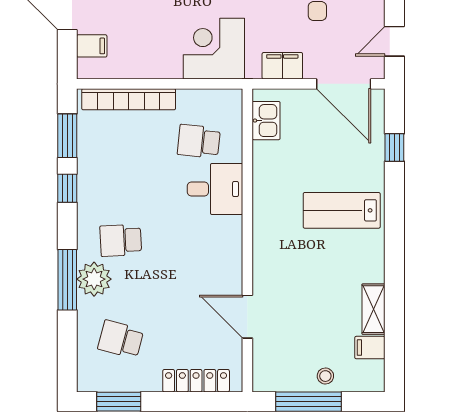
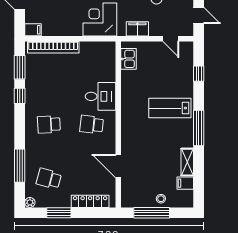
door: (394, 41) -> (199, 15), swing flipped
filing cabinet: (92, 46) -> (33, 30), moved
door: (344, 84) -> (171, 39), width x0.53
school desk: (199, 141) -> (92, 124), moved
window: (394, 247) -> (199, 128), added
plant: (94, 279) -> (30, 202), moved, width x0.53, depth x0.53
window: (67, 280) -> (20, 166), moved
window: (119, 402) -> (59, 213), moved

